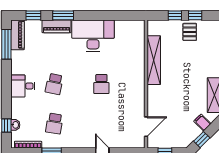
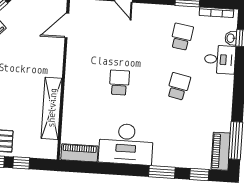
piano: (57, 26) -> (79, 153), moved
desk: (23, 86) -> (220, 59), moved

